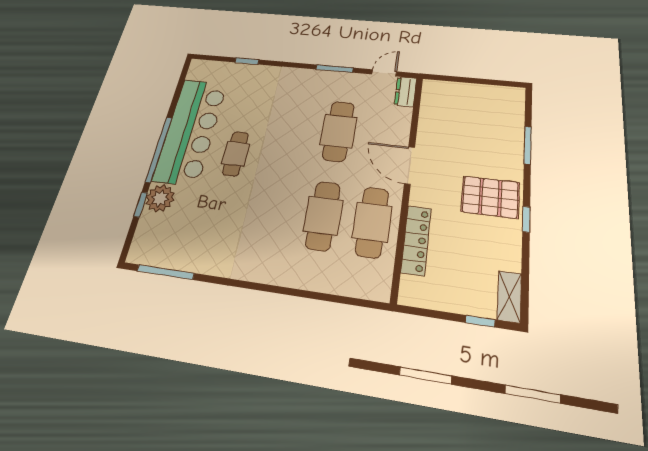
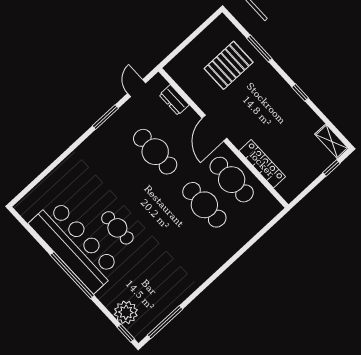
window: (247, 61) -> (48, 170), removed
dresser: (405, 92) -> (174, 100), moved
door: (410, 165) -> (215, 128), hinge flipped
pallet: (490, 197) -> (229, 65), moved
plant: (160, 198) -> (126, 312), moved
window: (140, 205) -> (126, 333), moved

